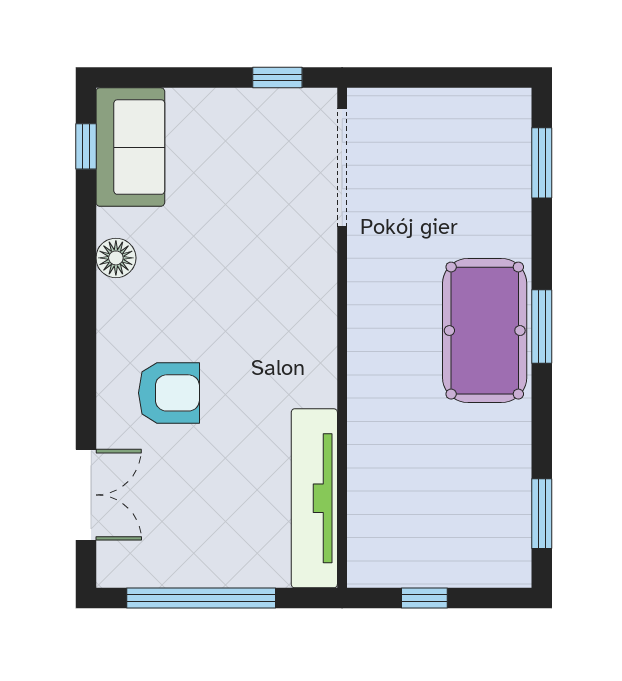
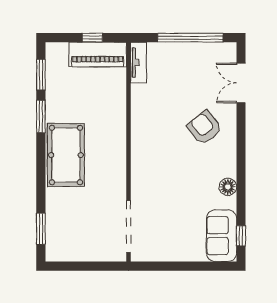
window: (277, 78) -> (157, 266), removed
window: (542, 326) -> (41, 116), moved
armchair: (169, 393) -> (205, 128), turned 51
tv unit: (314, 498) -> (138, 63), width x0.52, depth x0.78
piano: (412, 560) -> (98, 54), added

